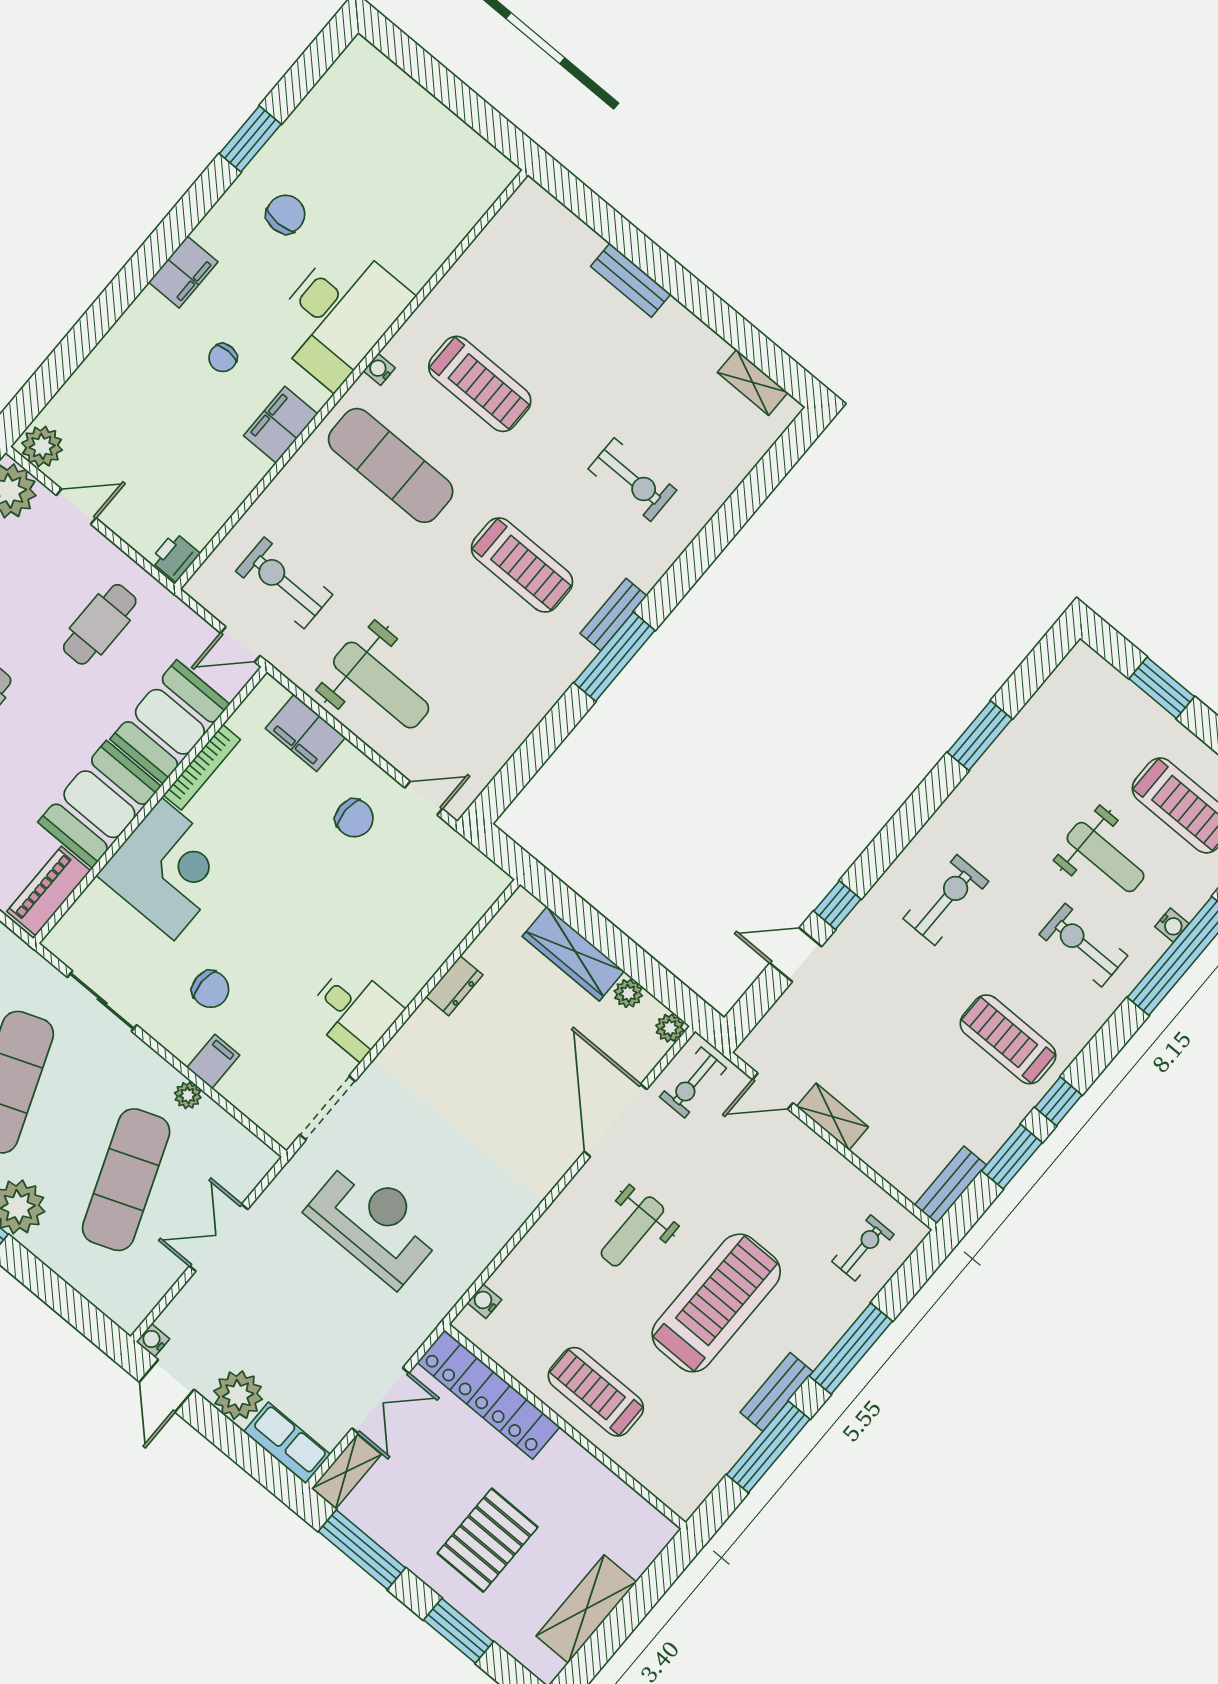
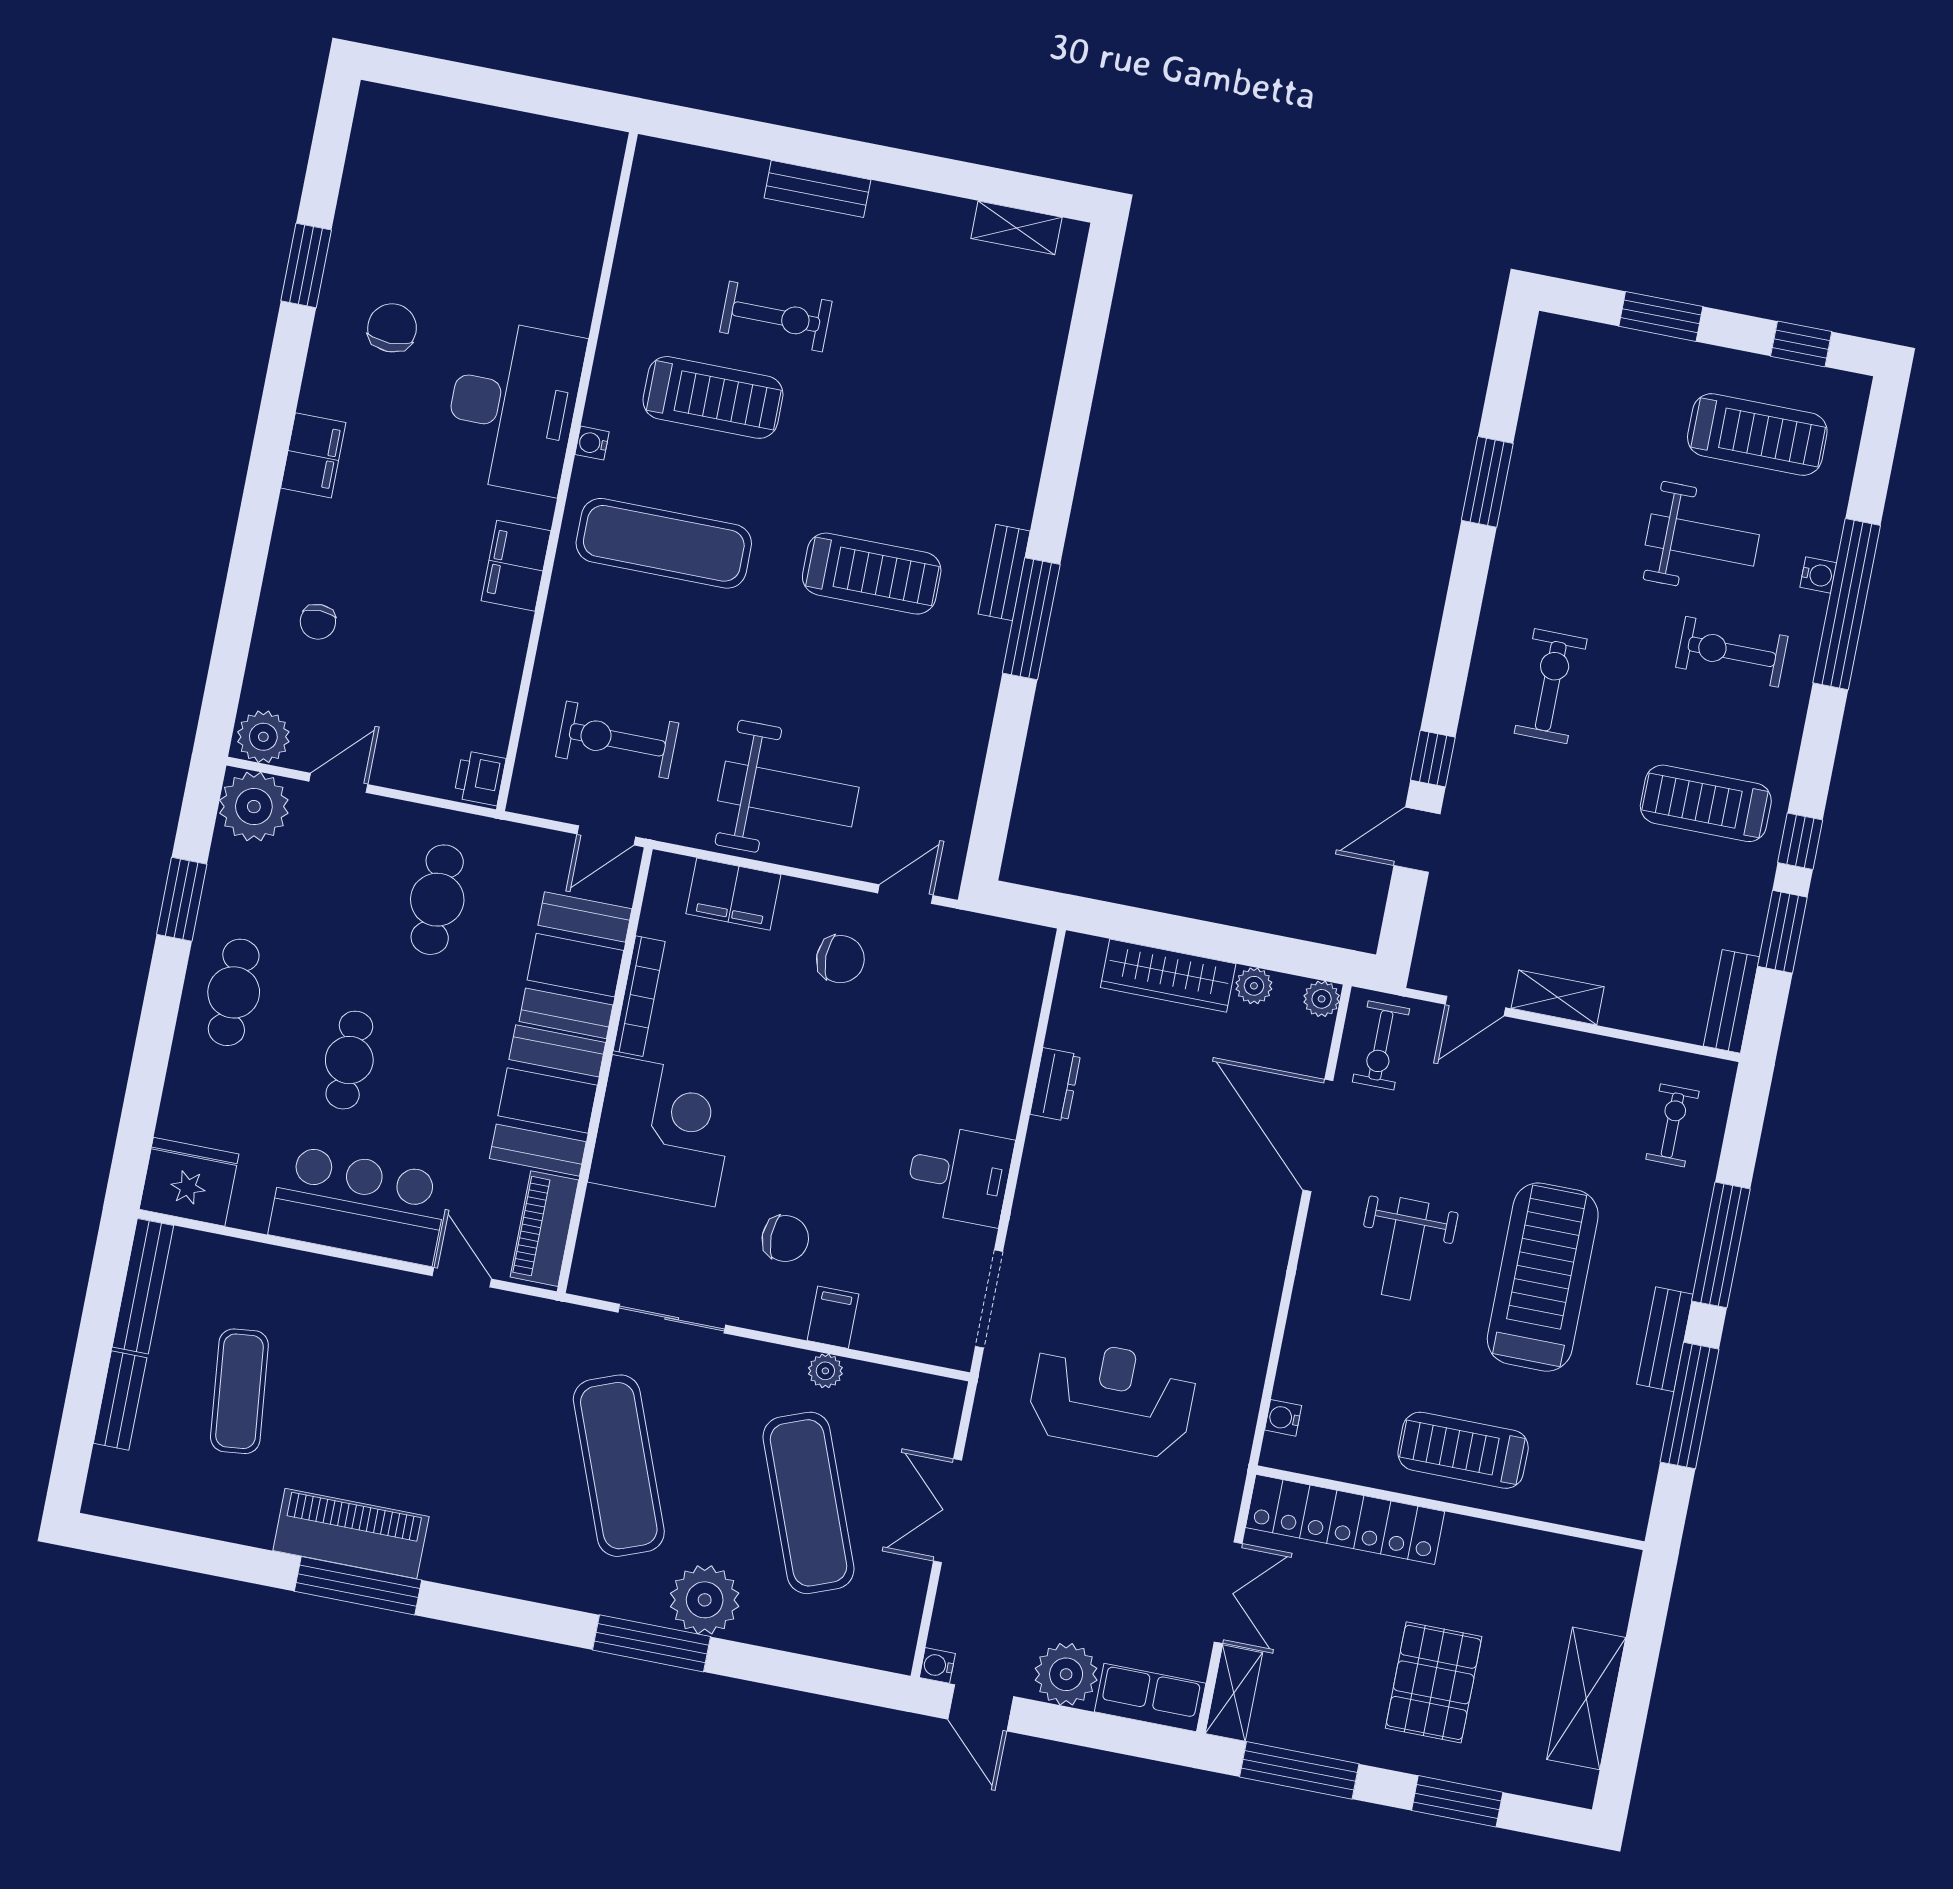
chair: (223, 358) -> (318, 622), moved
exercise bike: (632, 480) -> (776, 317), moved

